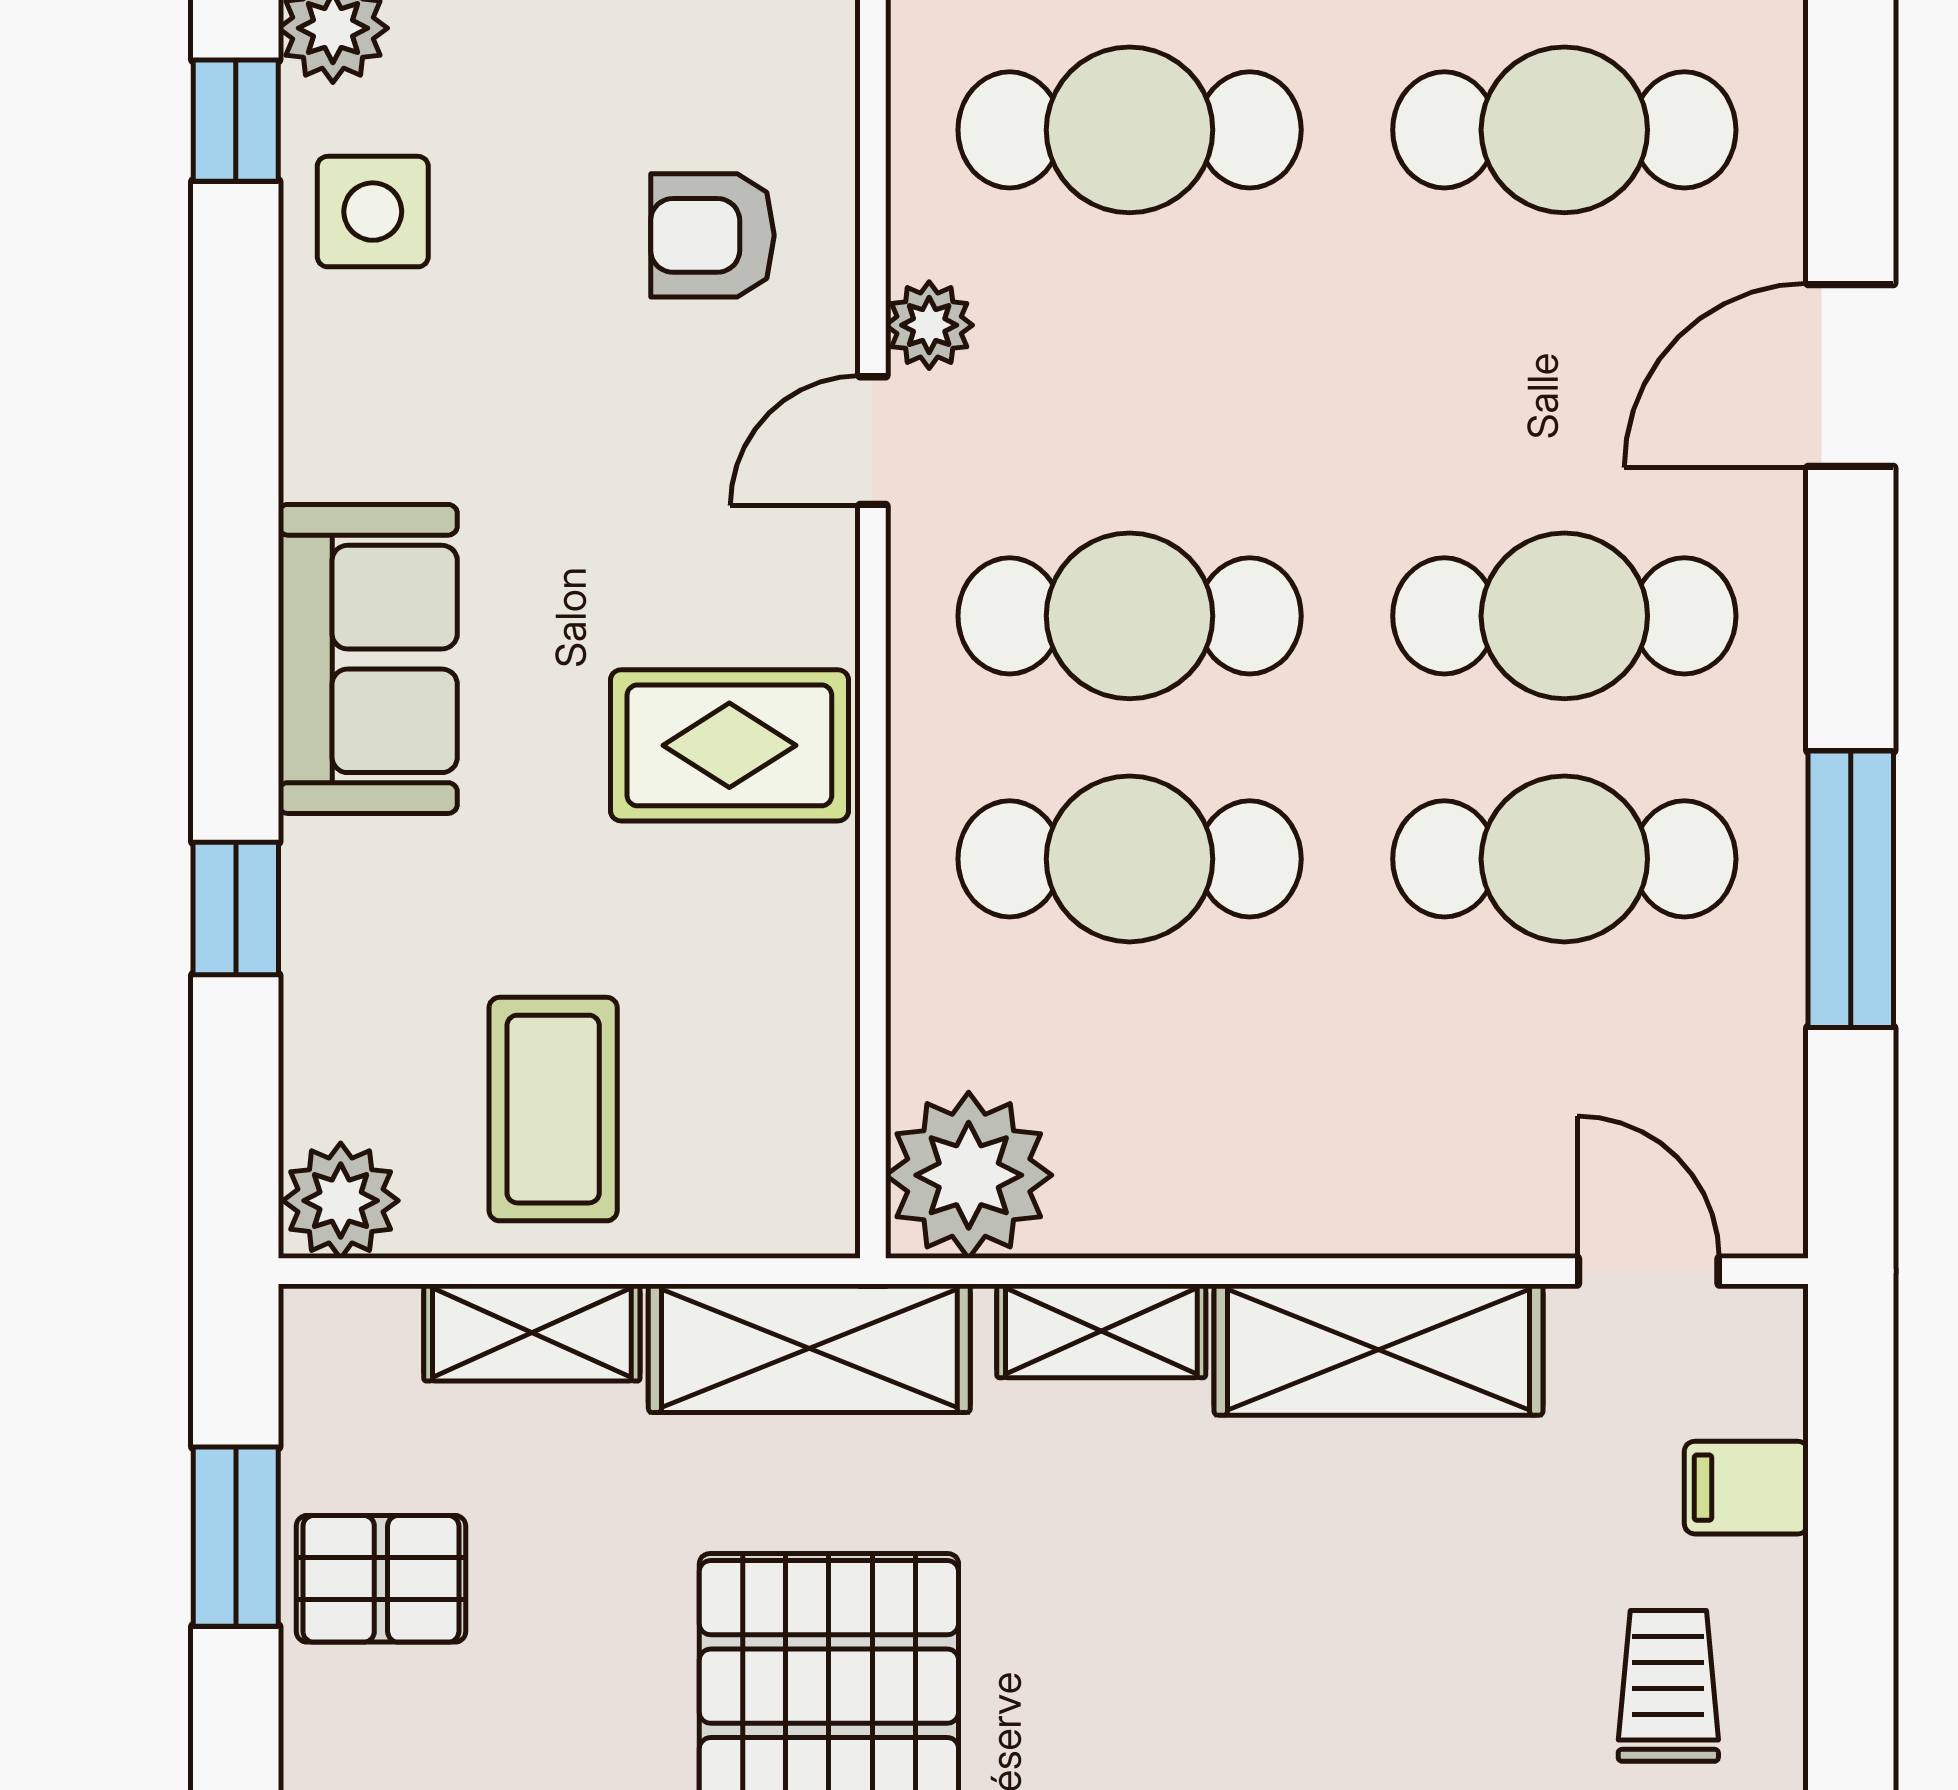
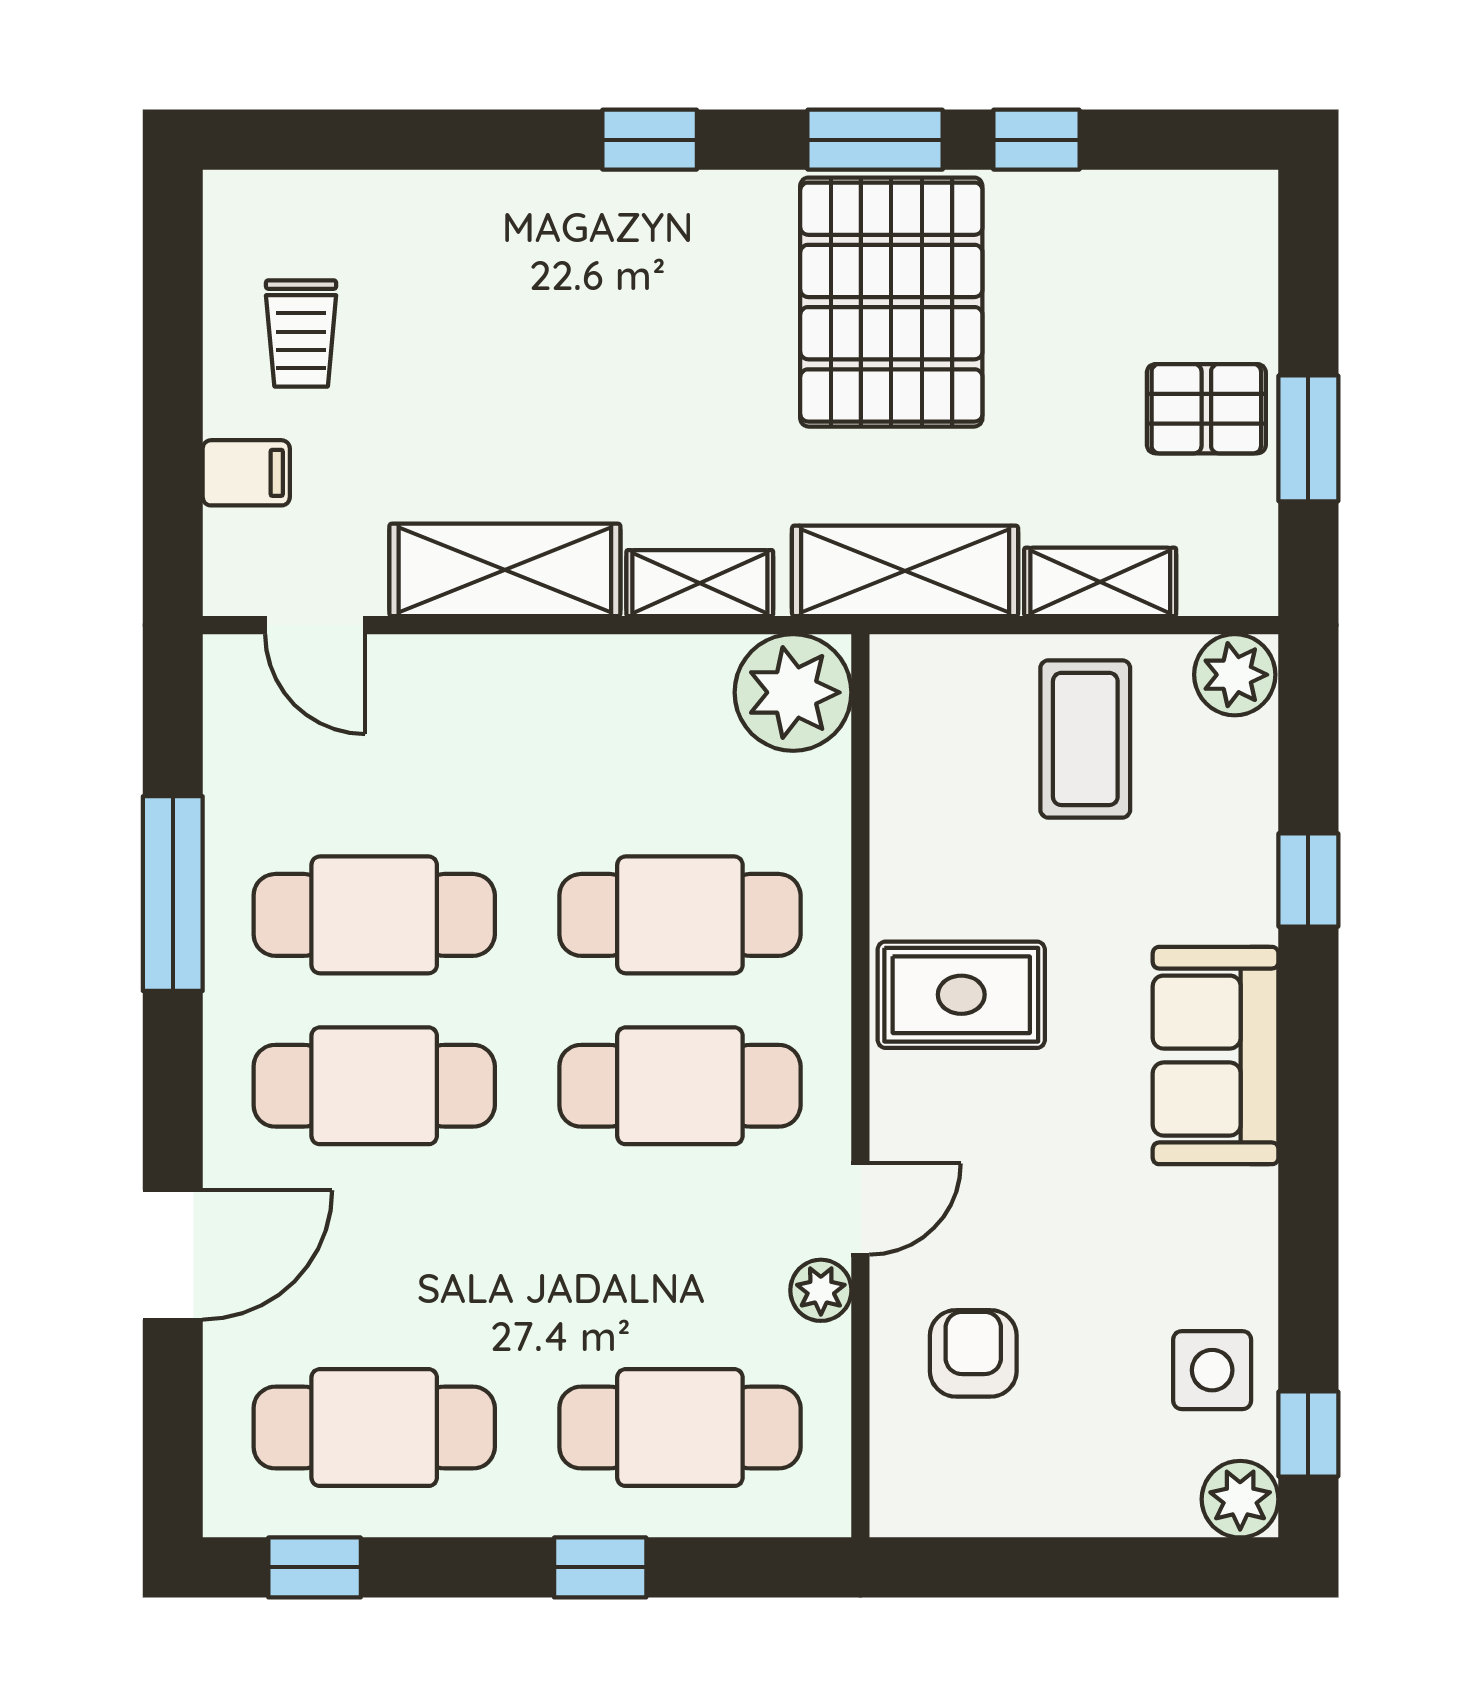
armchair: (712, 235) -> (973, 1353), turned -90

